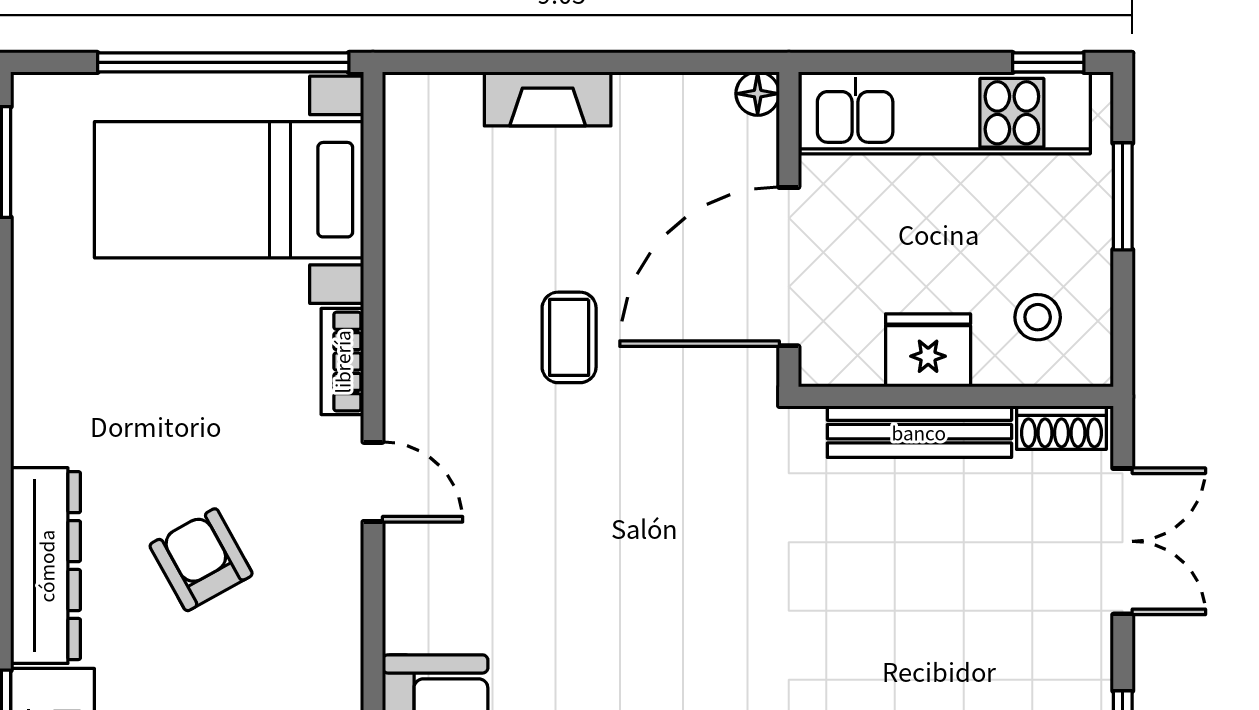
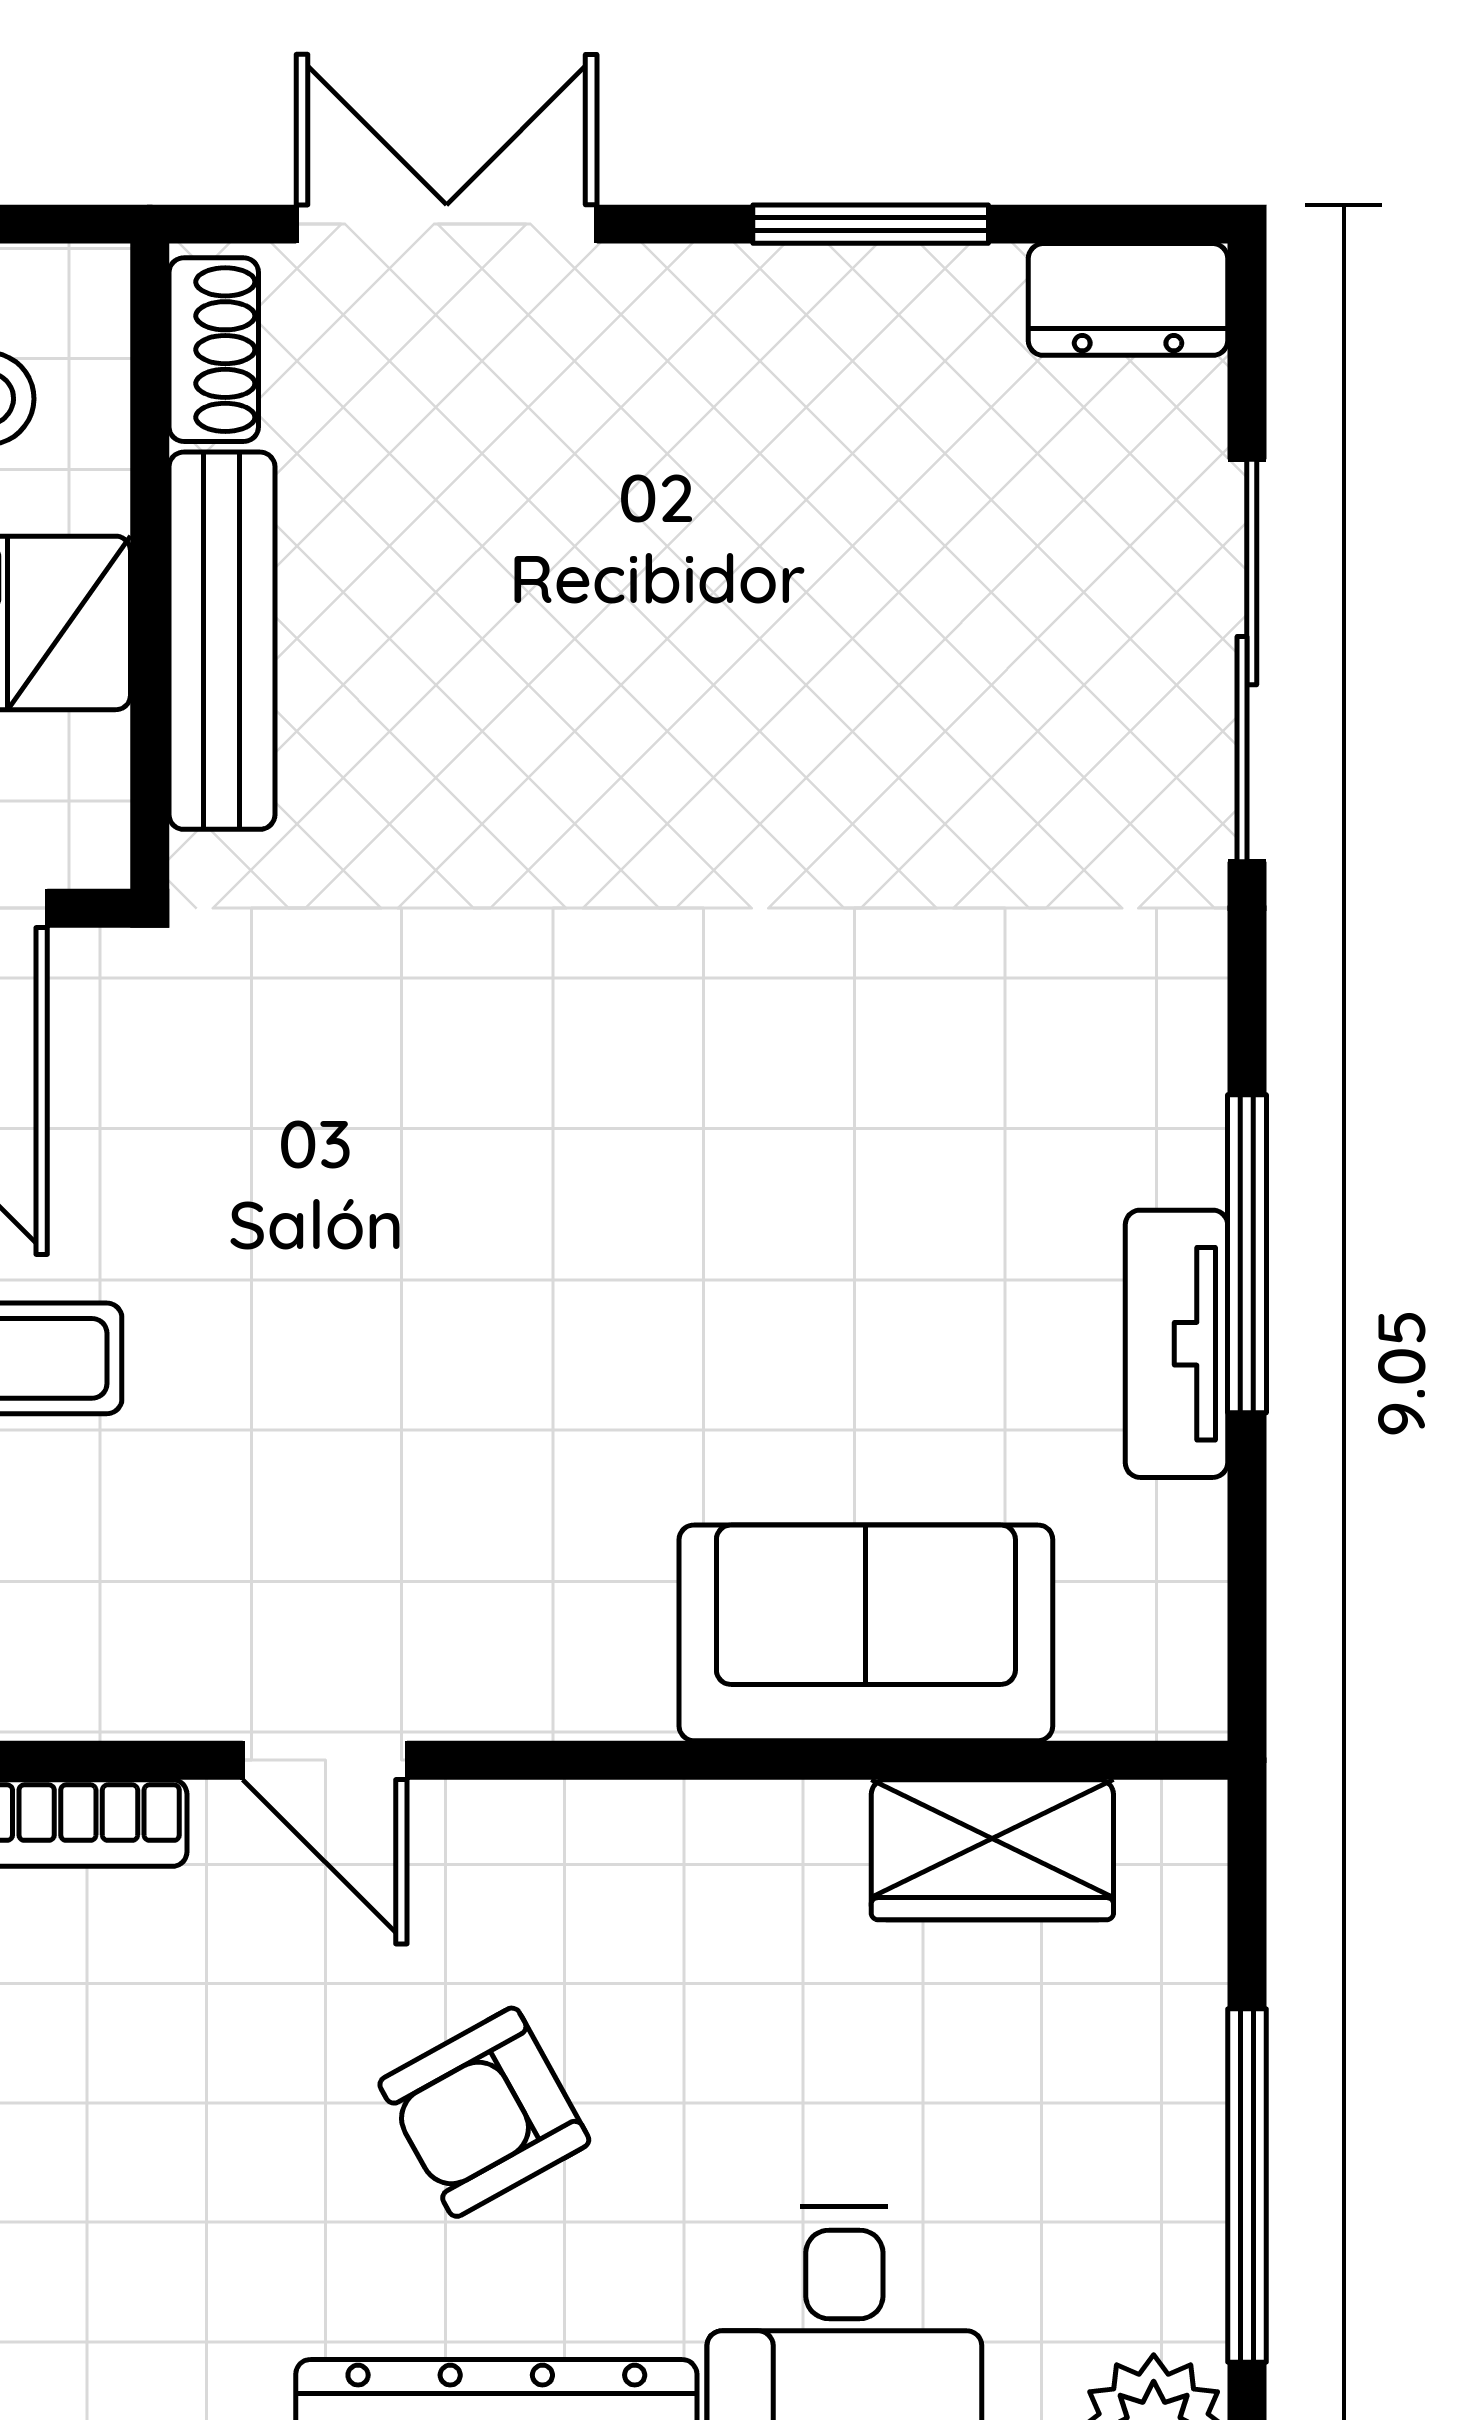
door: (373, 482) -> (325, 1760), swing flipped

